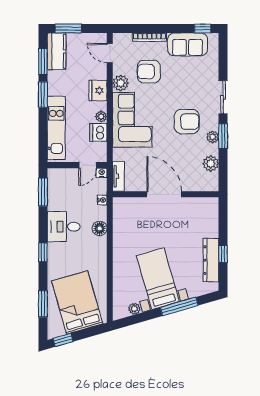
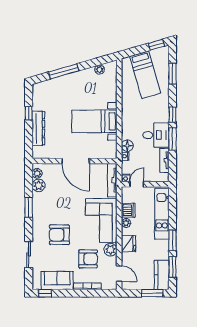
sliding door: (223, 97) -> (29, 254), moved
armchair: (187, 122) -> (59, 235), moved
plant: (213, 137) -> (37, 173), moved
tv unit: (118, 176) -> (112, 180), width x1.41
window: (43, 192) -> (172, 139), moved
tv unit: (53, 195) -> (164, 160), added
floor lamp: (100, 228) -> (127, 146), moved
dresser: (211, 260) -> (38, 128), moved
bed with nightstands: (158, 279) -> (94, 121), moved, turned 106
bed: (77, 302) -> (145, 75), width x0.67

